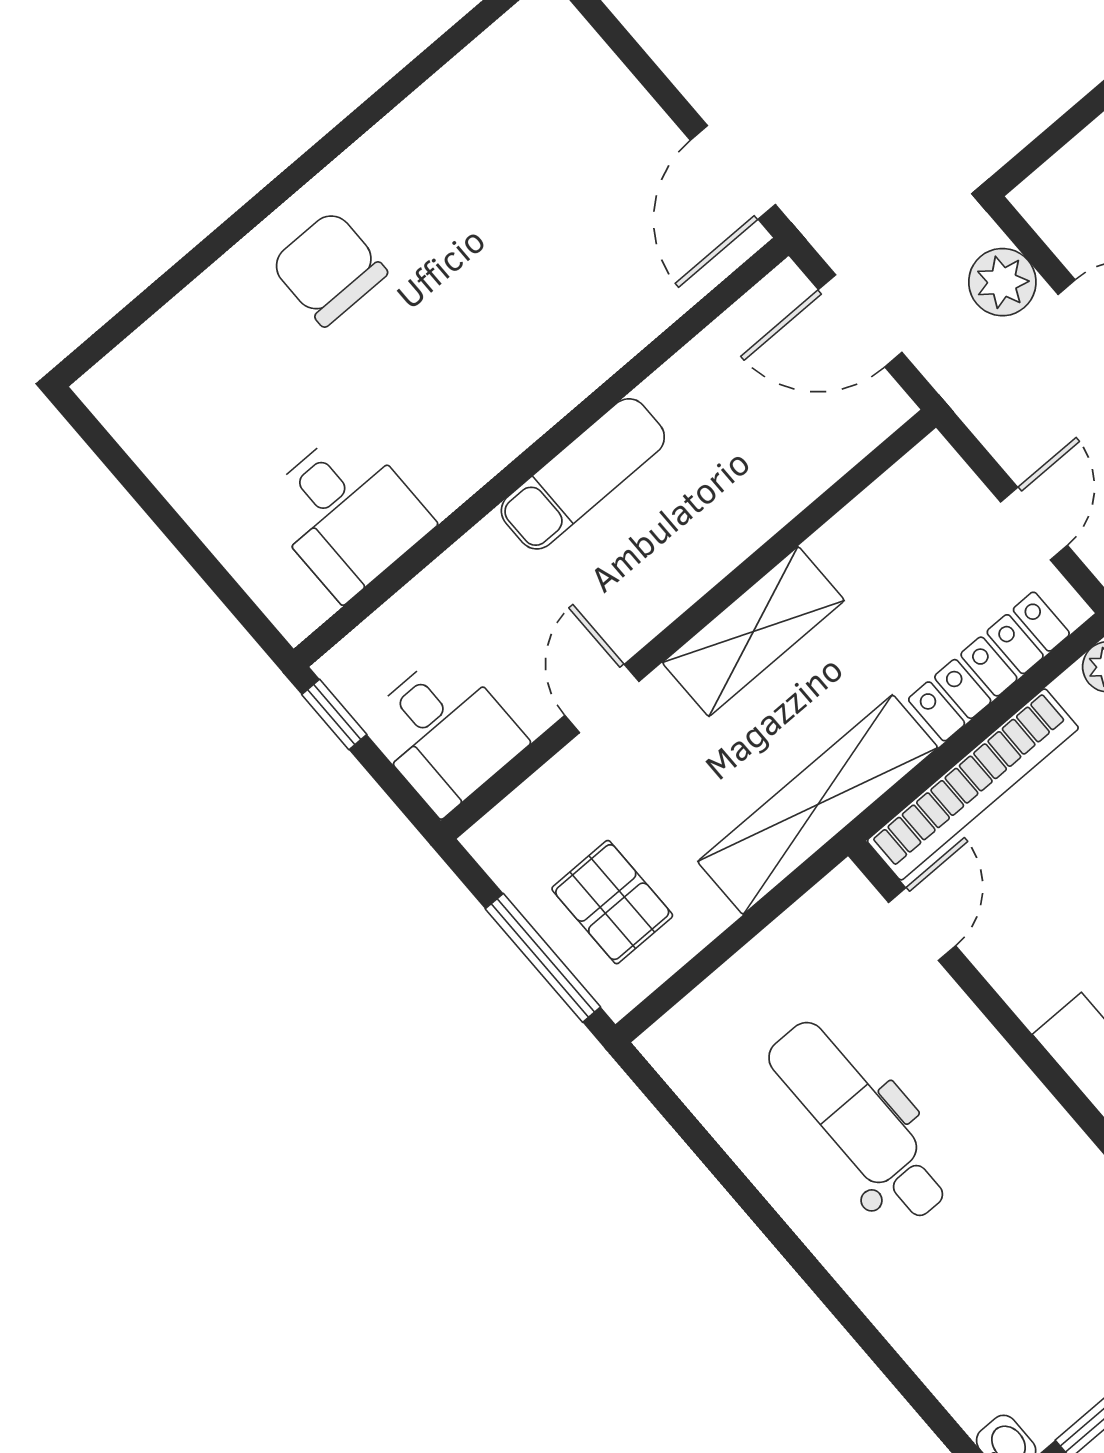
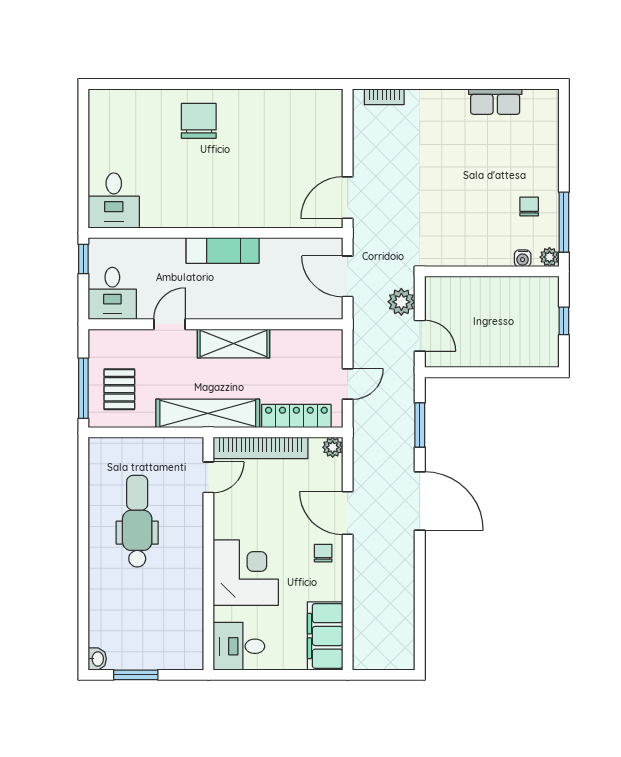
desk: (346, 513) -> (114, 201), moved

